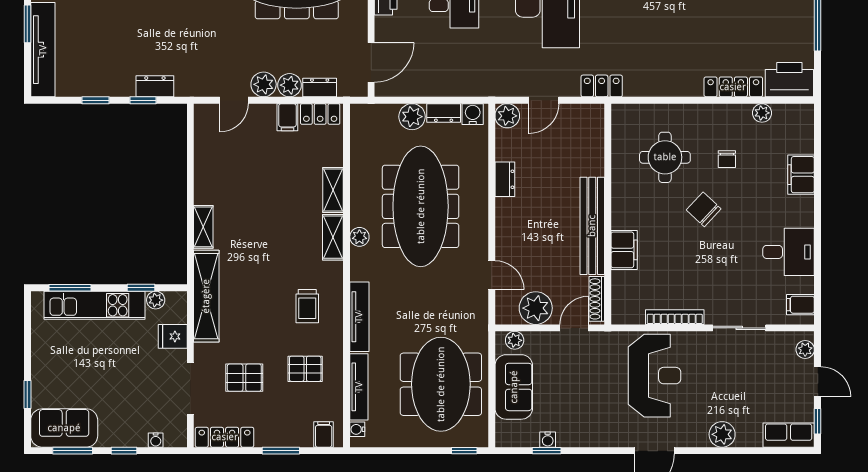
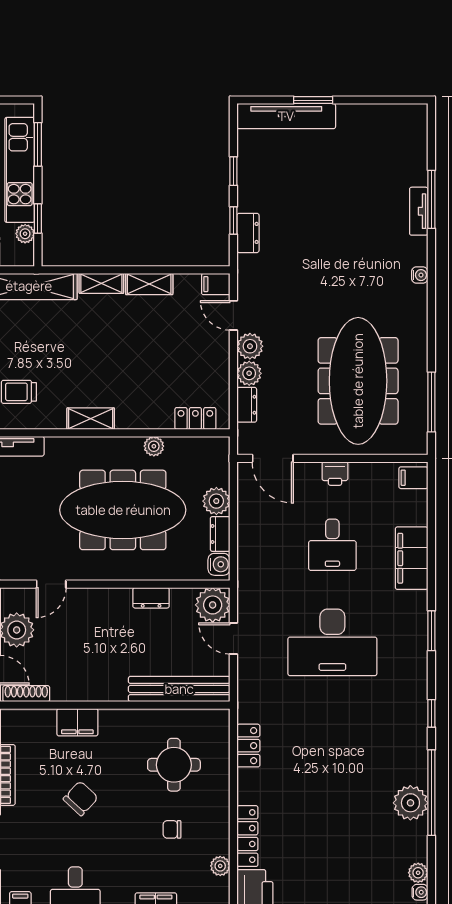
locker: (602, 86) -> (248, 746), moved
locker: (320, 114) -> (195, 418), moved, turned 90
plant: (507, 116) -> (213, 605), width x1.36, depth x1.36
filing cabinet: (287, 117) -> (216, 284), moved
shelving: (333, 190) -> (149, 284), moved
chair: (704, 209) -> (81, 798), moved
bench: (592, 226) -> (179, 689), moved
plant: (359, 237) -> (154, 446), moved

